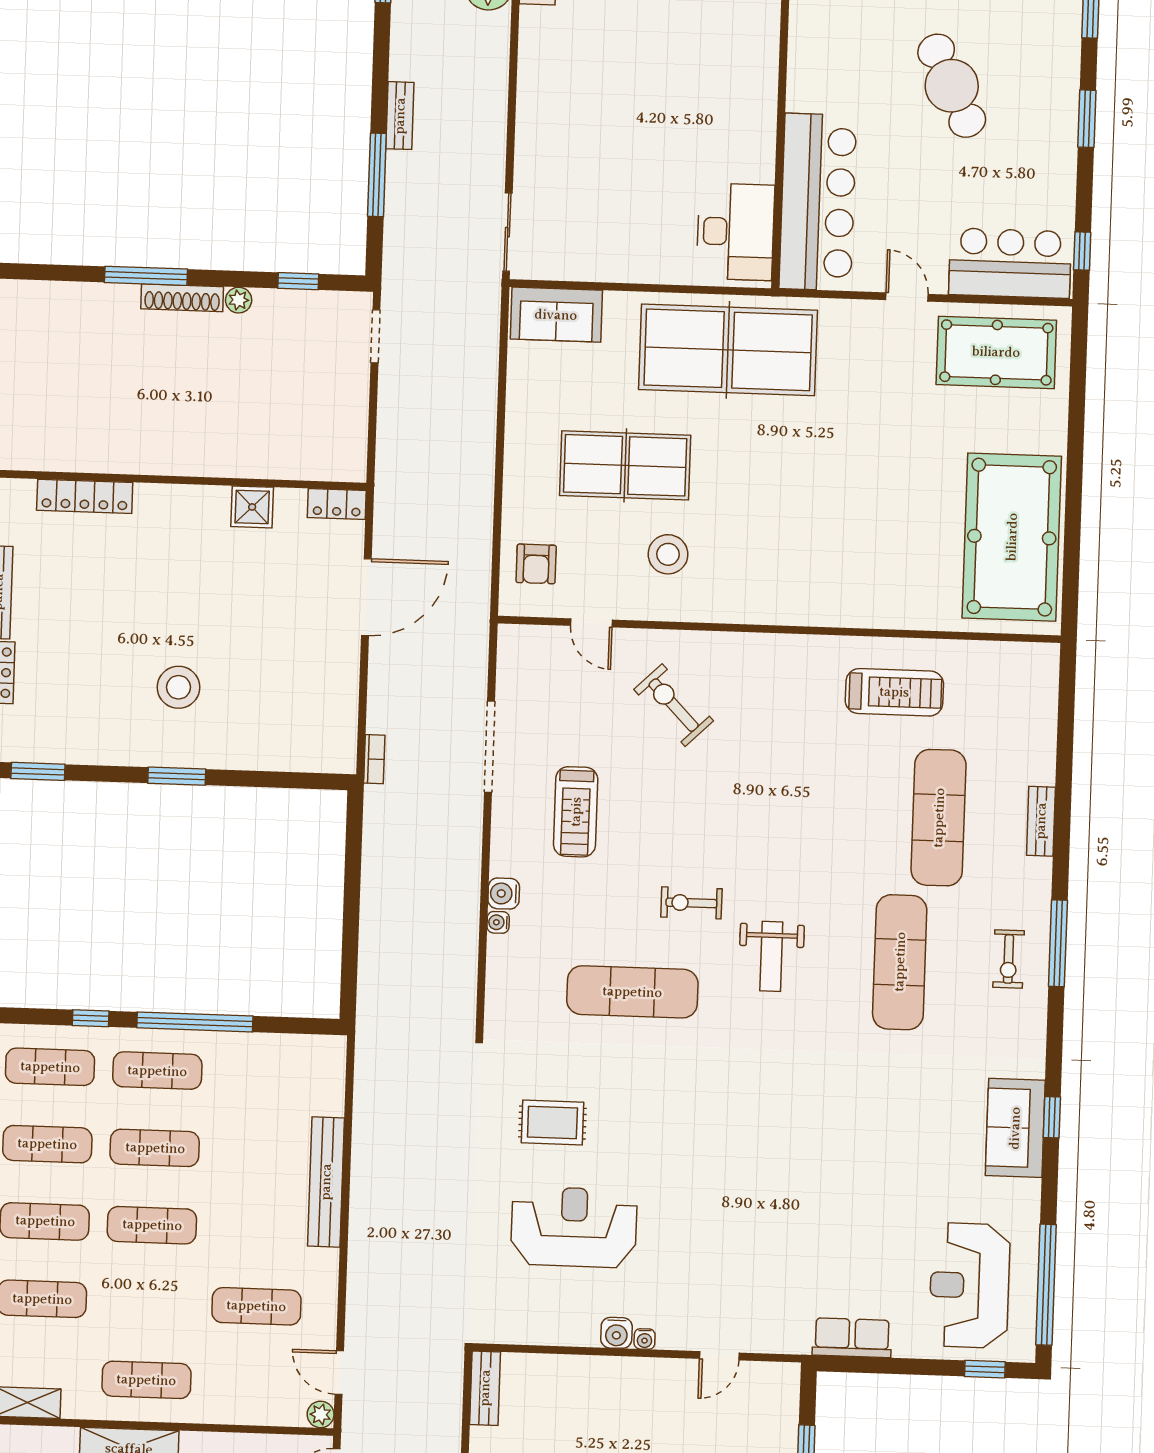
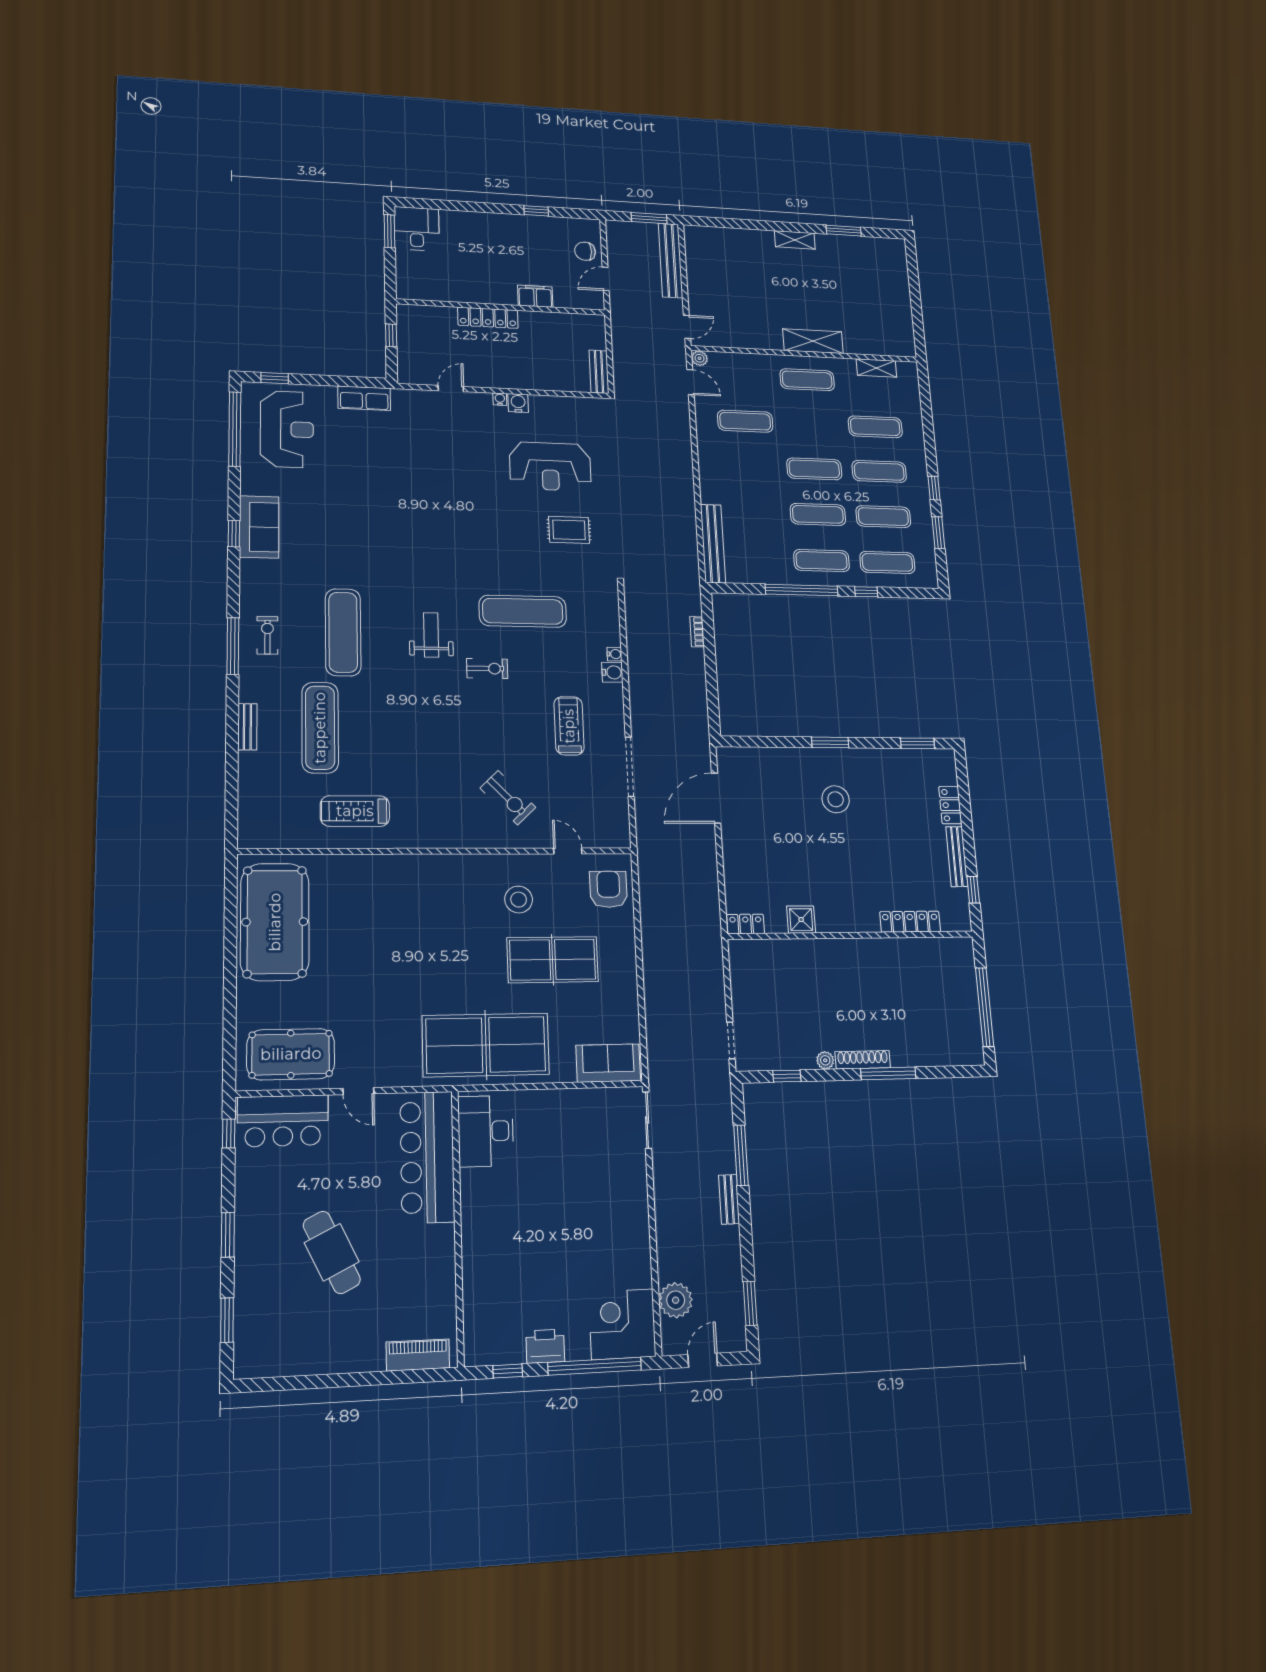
armchair: (536, 564) -> (608, 889), width x1.38, depth x1.38
door: (366, 597) -> (716, 798), moved
bookcase: (374, 759) -> (697, 632), moved
bench: (326, 1182) -> (713, 544), moved

